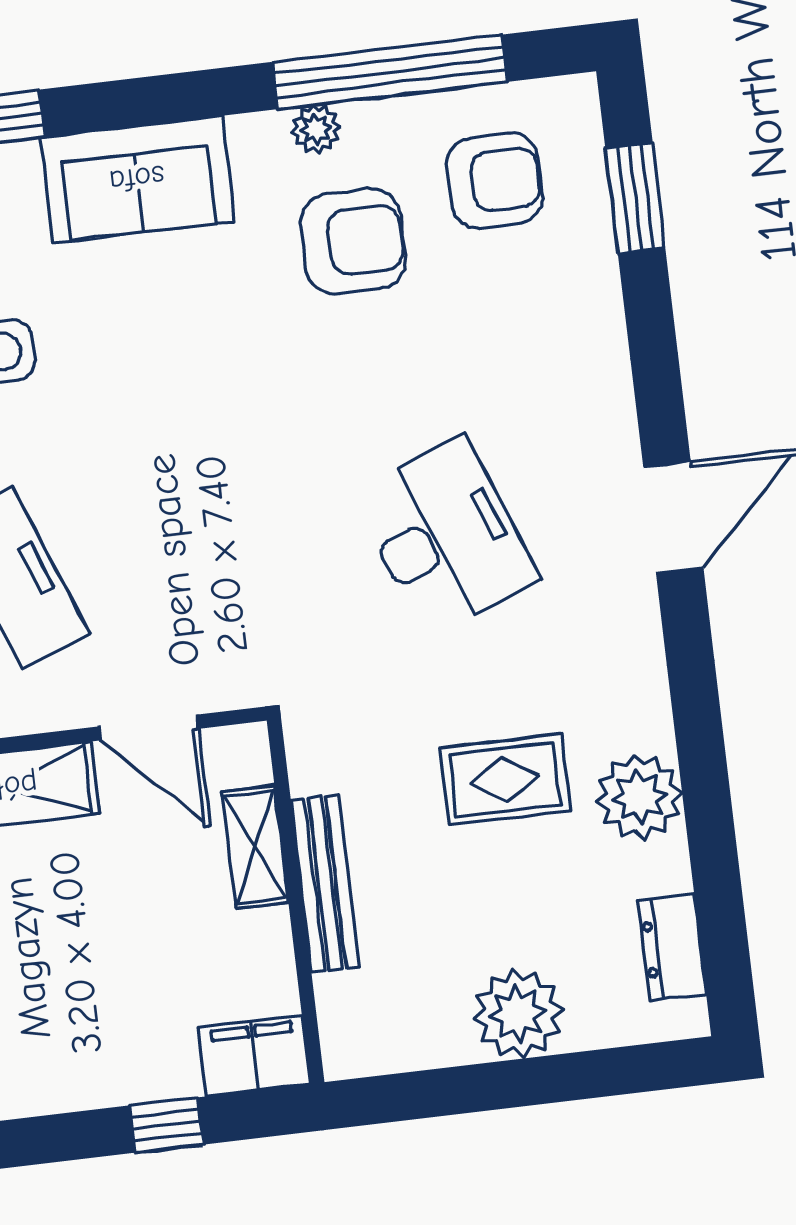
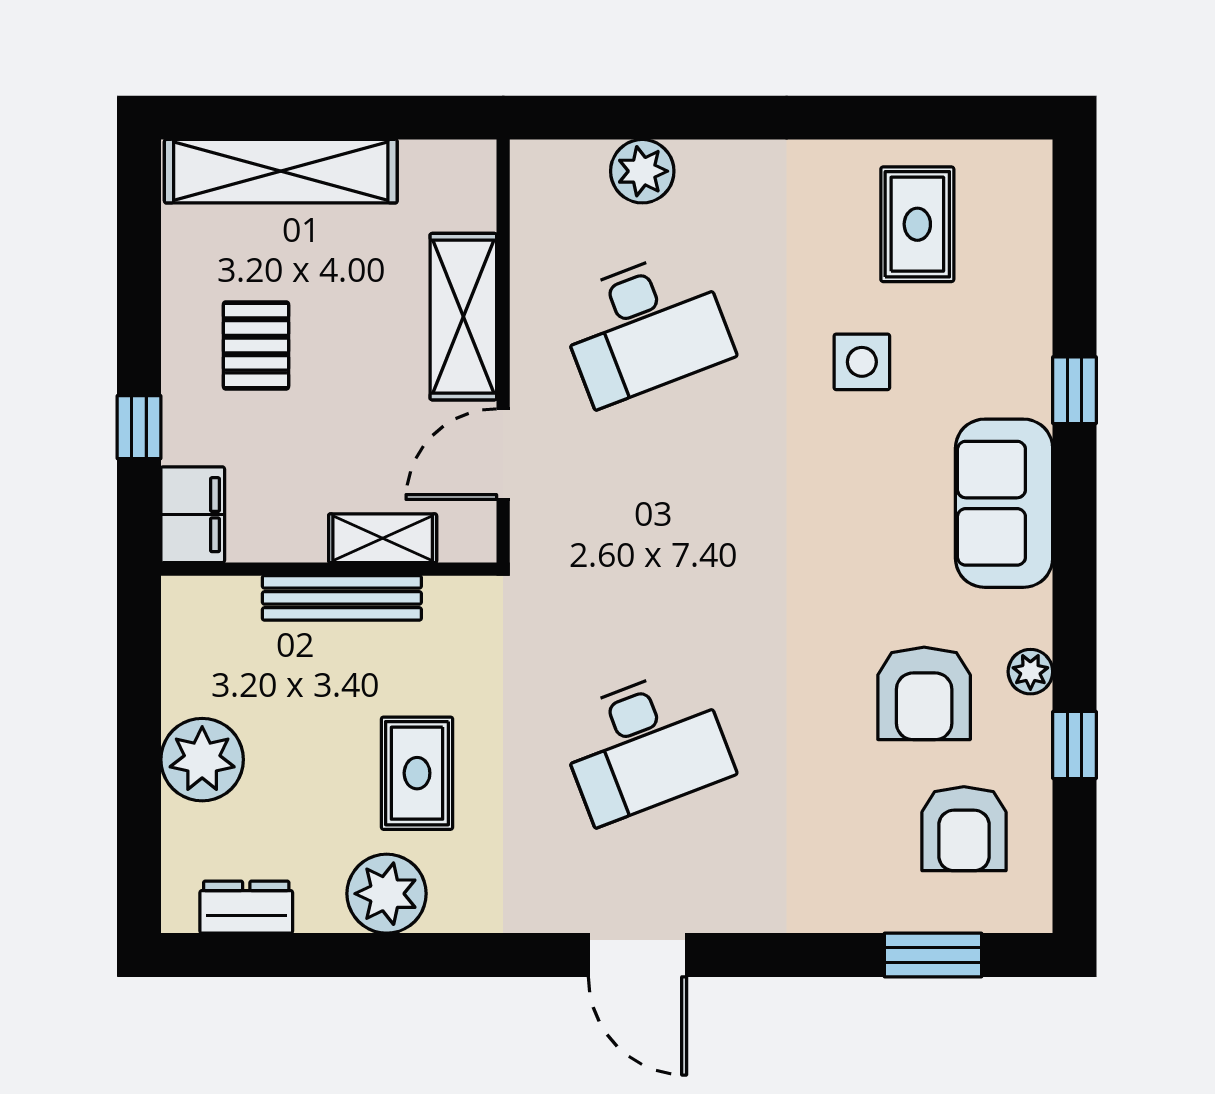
window: (390, 72) -> (1074, 745), width x0.32
pallet: (63, 1009) -> (256, 345), added

